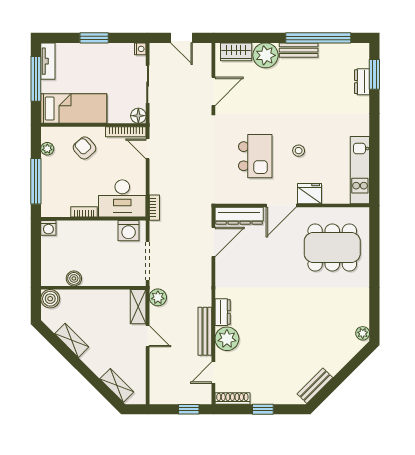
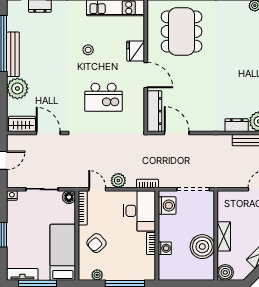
bench: (299, 50) -> (13, 54), width x1.36
wardrobe: (236, 52) -> (22, 124), moved, turned -90
door: (148, 149) -> (97, 189), swing flipped
stool: (299, 151) -> (88, 50), moved
kitchen island: (255, 156) -> (104, 97), turned 180
washing machine: (48, 228) -> (165, 248), moved
boiler: (74, 278) -> (202, 247), width x1.86, depth x1.86
plant: (158, 297) -> (118, 180), moved
shelving: (138, 307) -> (224, 236), moved, turned 90

